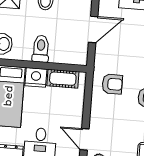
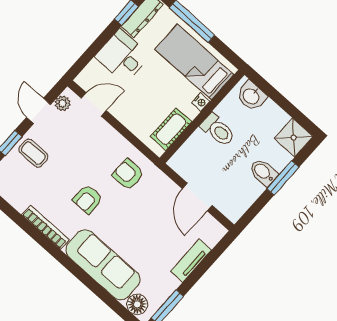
nightstand: (36, 77) -> (201, 102), width x0.53, depth x0.56
armchair: (112, 84) -> (128, 174), turned 90

